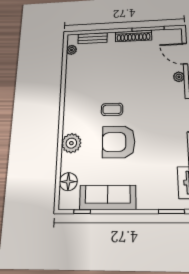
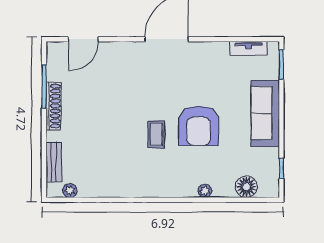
plant: (179, 77) -> (115, 48), removed
plant: (71, 143) -> (205, 191), width x0.53, depth x0.53
sofa: (108, 197) -> (265, 113), moved

